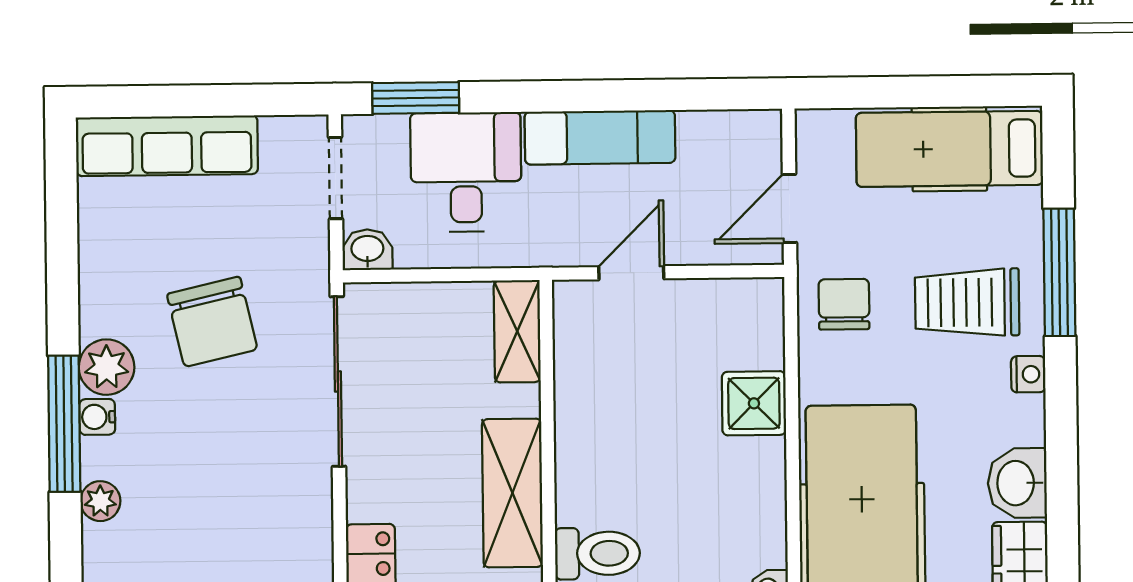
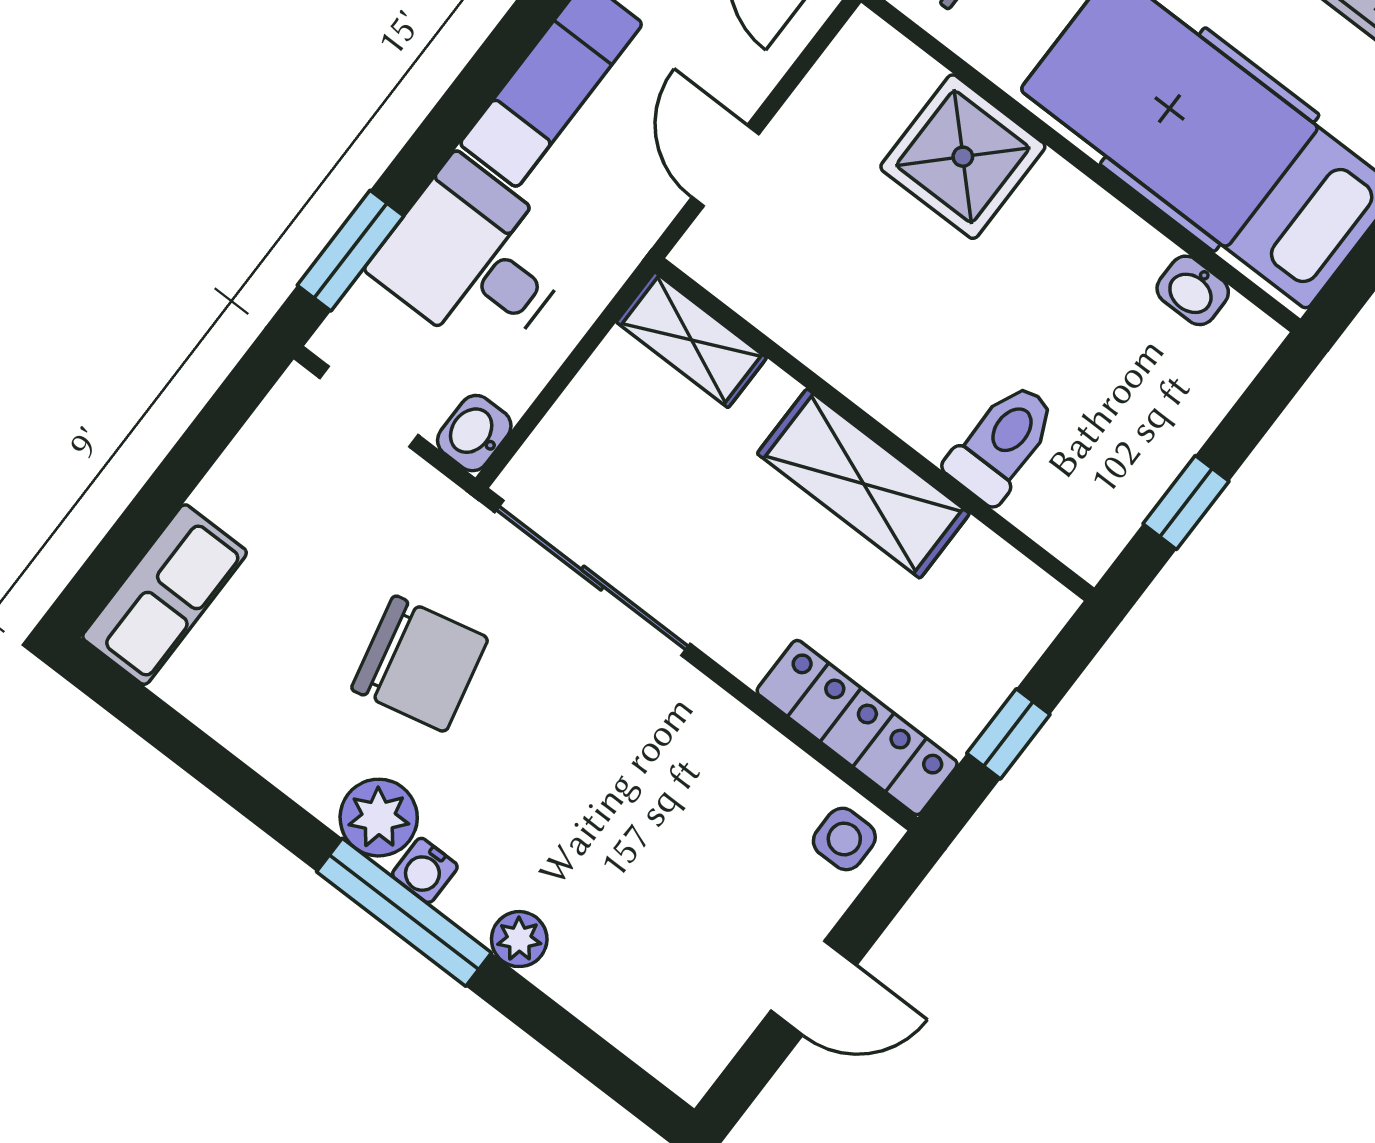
row of seats: (167, 146) -> (165, 595), width x0.68
shower: (754, 403) -> (963, 157), width x1.36, depth x1.36

